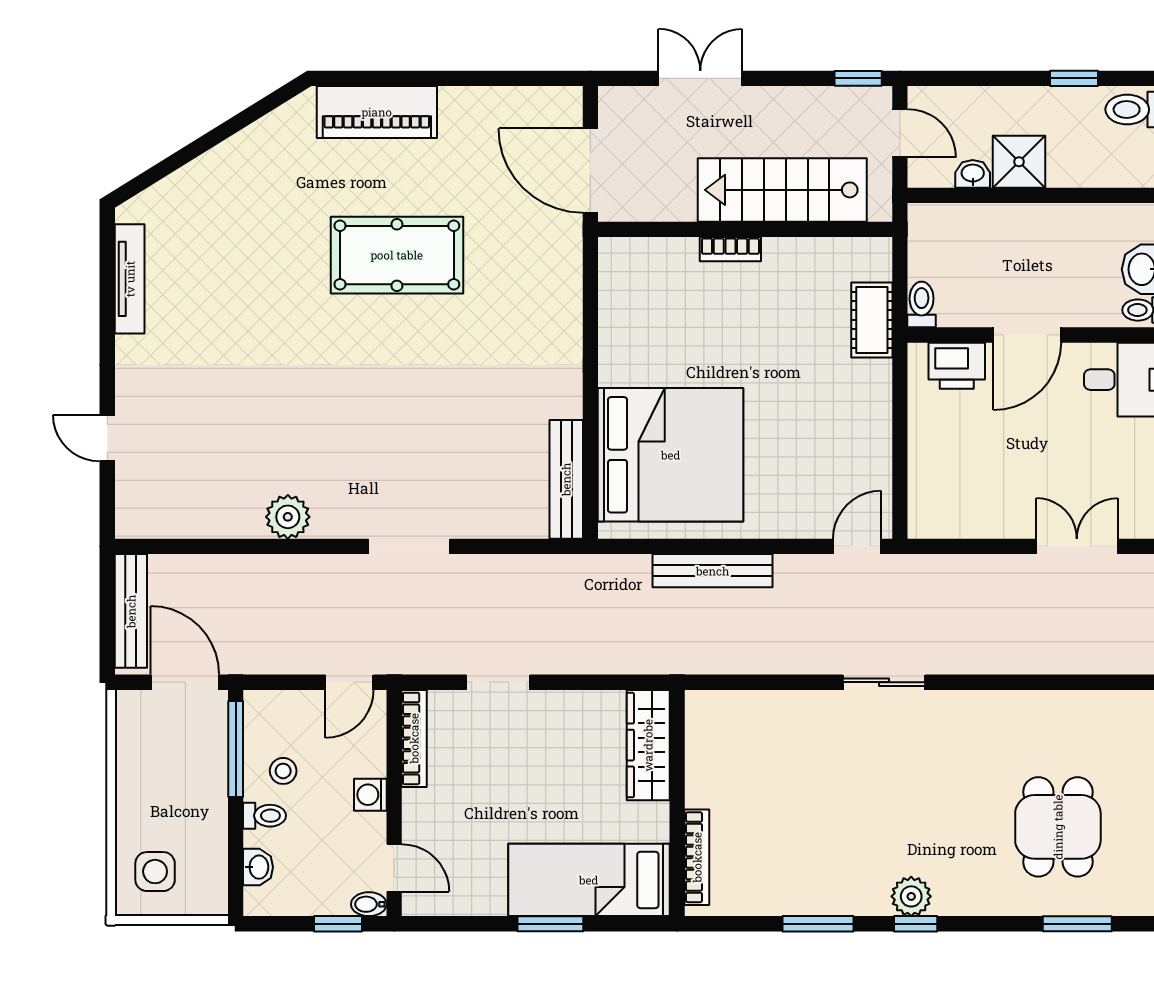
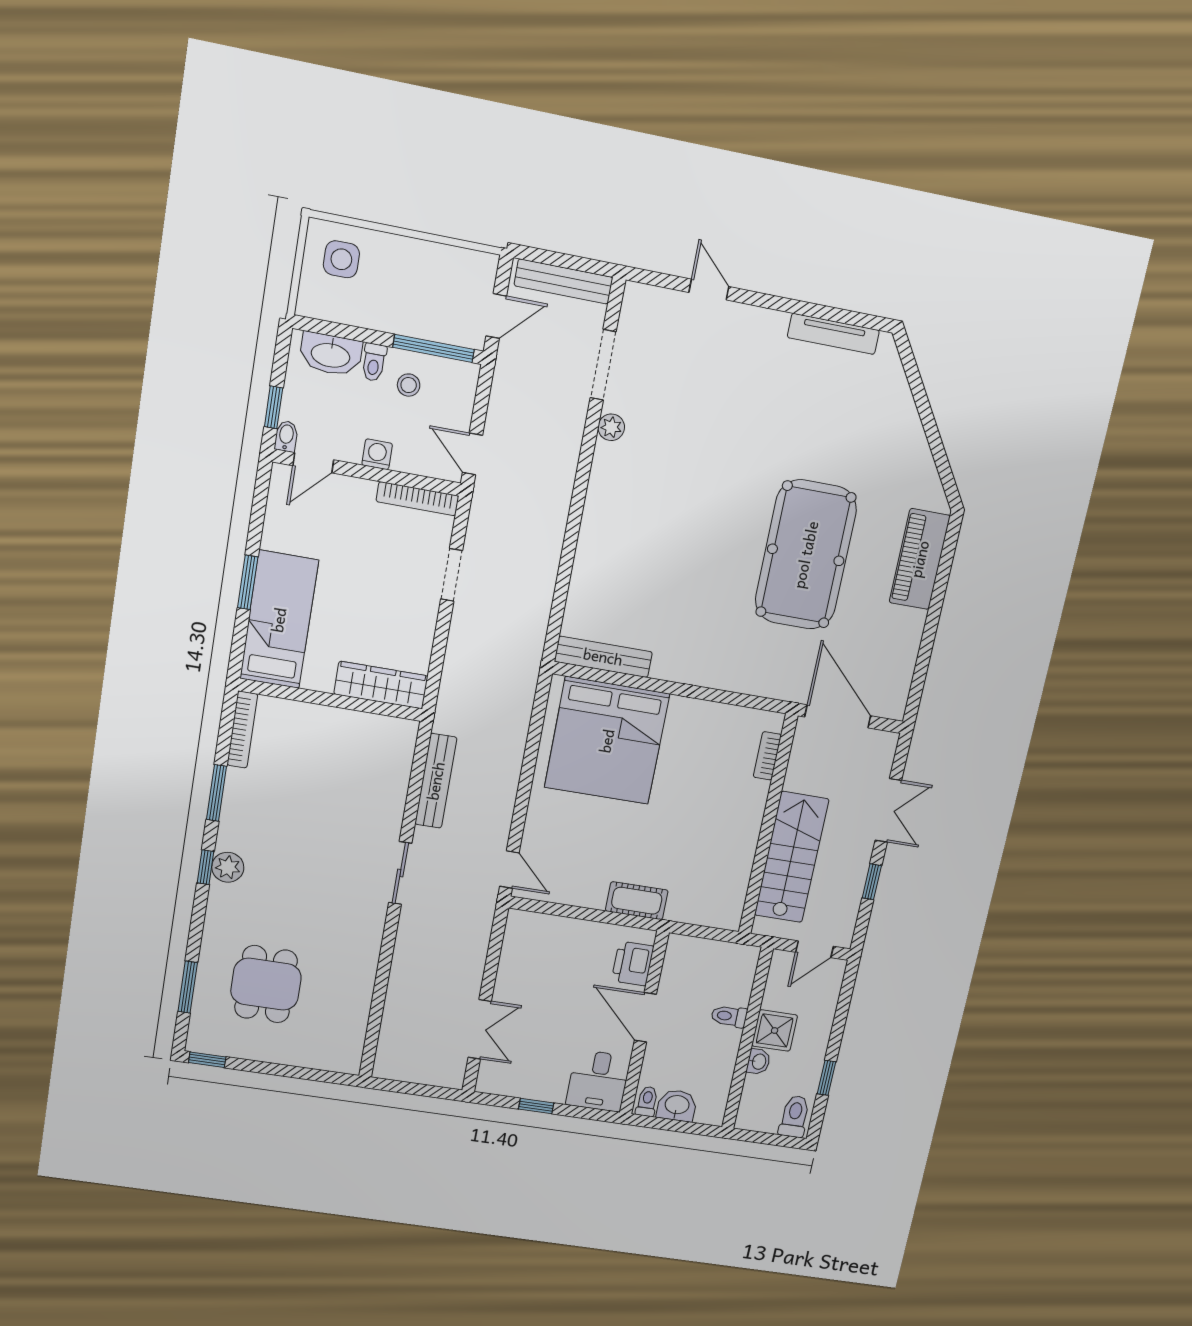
window: (858, 78) -> (872, 882), moved
door: (590, 171) -> (838, 716), hinge flipped
washbasin: (973, 174) -> (758, 1062), moved
bookcase: (730, 249) -> (767, 756), moved
pool table: (397, 255) -> (806, 555), width x1.36, depth x1.32
toilet: (922, 304) -> (729, 1016), moved, turned 180
cot: (872, 320) -> (637, 901), moved
door: (107, 438) -> (709, 290), hinge flipped
plant: (288, 517) -> (611, 427), width x0.73, depth x0.73
doorway: (409, 546) -> (603, 365), moved
bench: (713, 571) -> (436, 781), moved
door: (185, 682) -> (496, 316), width x0.73
dining table: (1058, 827) -> (266, 984), turned 90
bookcase: (697, 857) -> (242, 730), moved, turned -90
washbasin: (258, 867) -> (331, 354), width x1.91, depth x1.45

